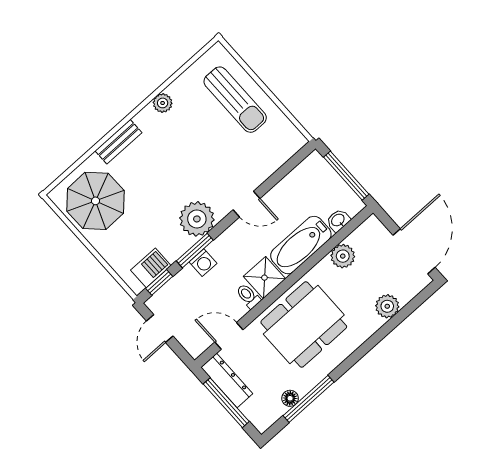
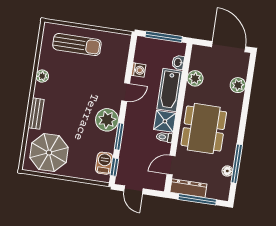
washing machine: (203, 263) -> (138, 70), moved

